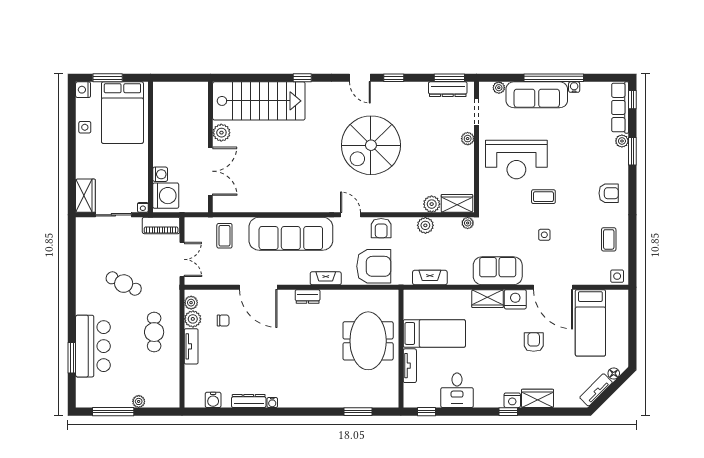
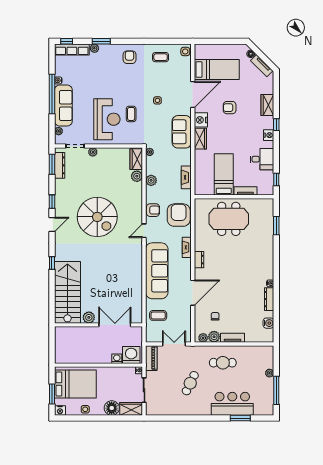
floor lamp: (87, 167) -> (112, 408), added
coffee table: (543, 197) -> (131, 114), moved
nightstand: (512, 400) -> (269, 135), moved

